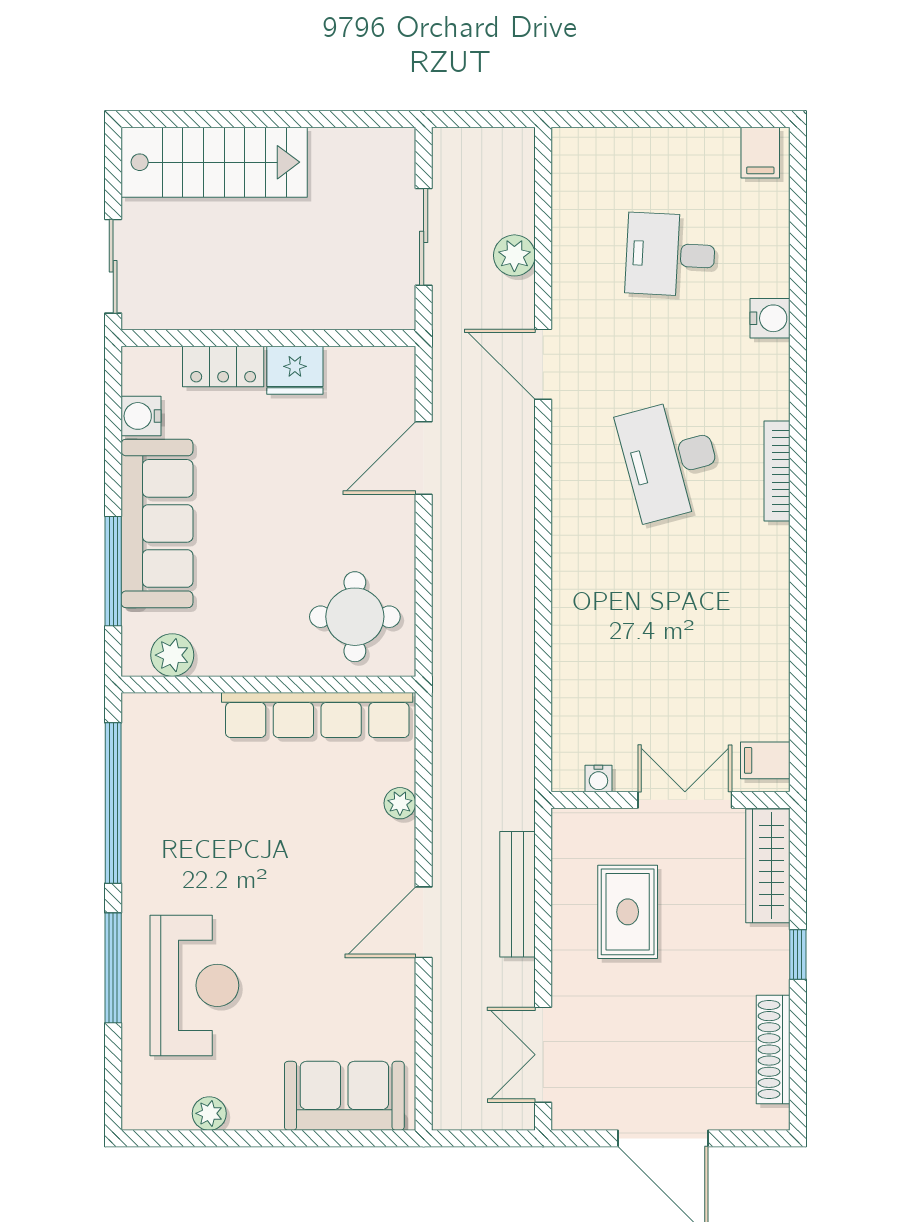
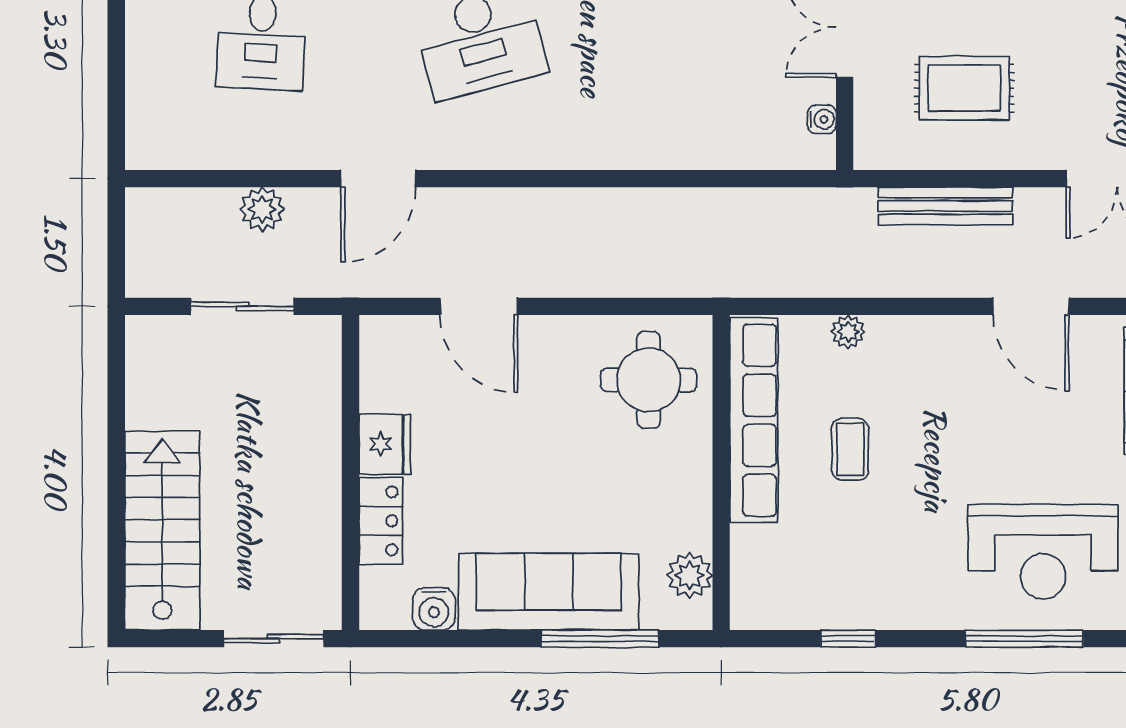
window: (113, 803) -> (848, 639), width x0.32
coffee table: (290, 805) -> (850, 449), added
door: (424, 922) -> (1031, 306), moved
reception desk: (194, 985) -> (1043, 552), turned 180

